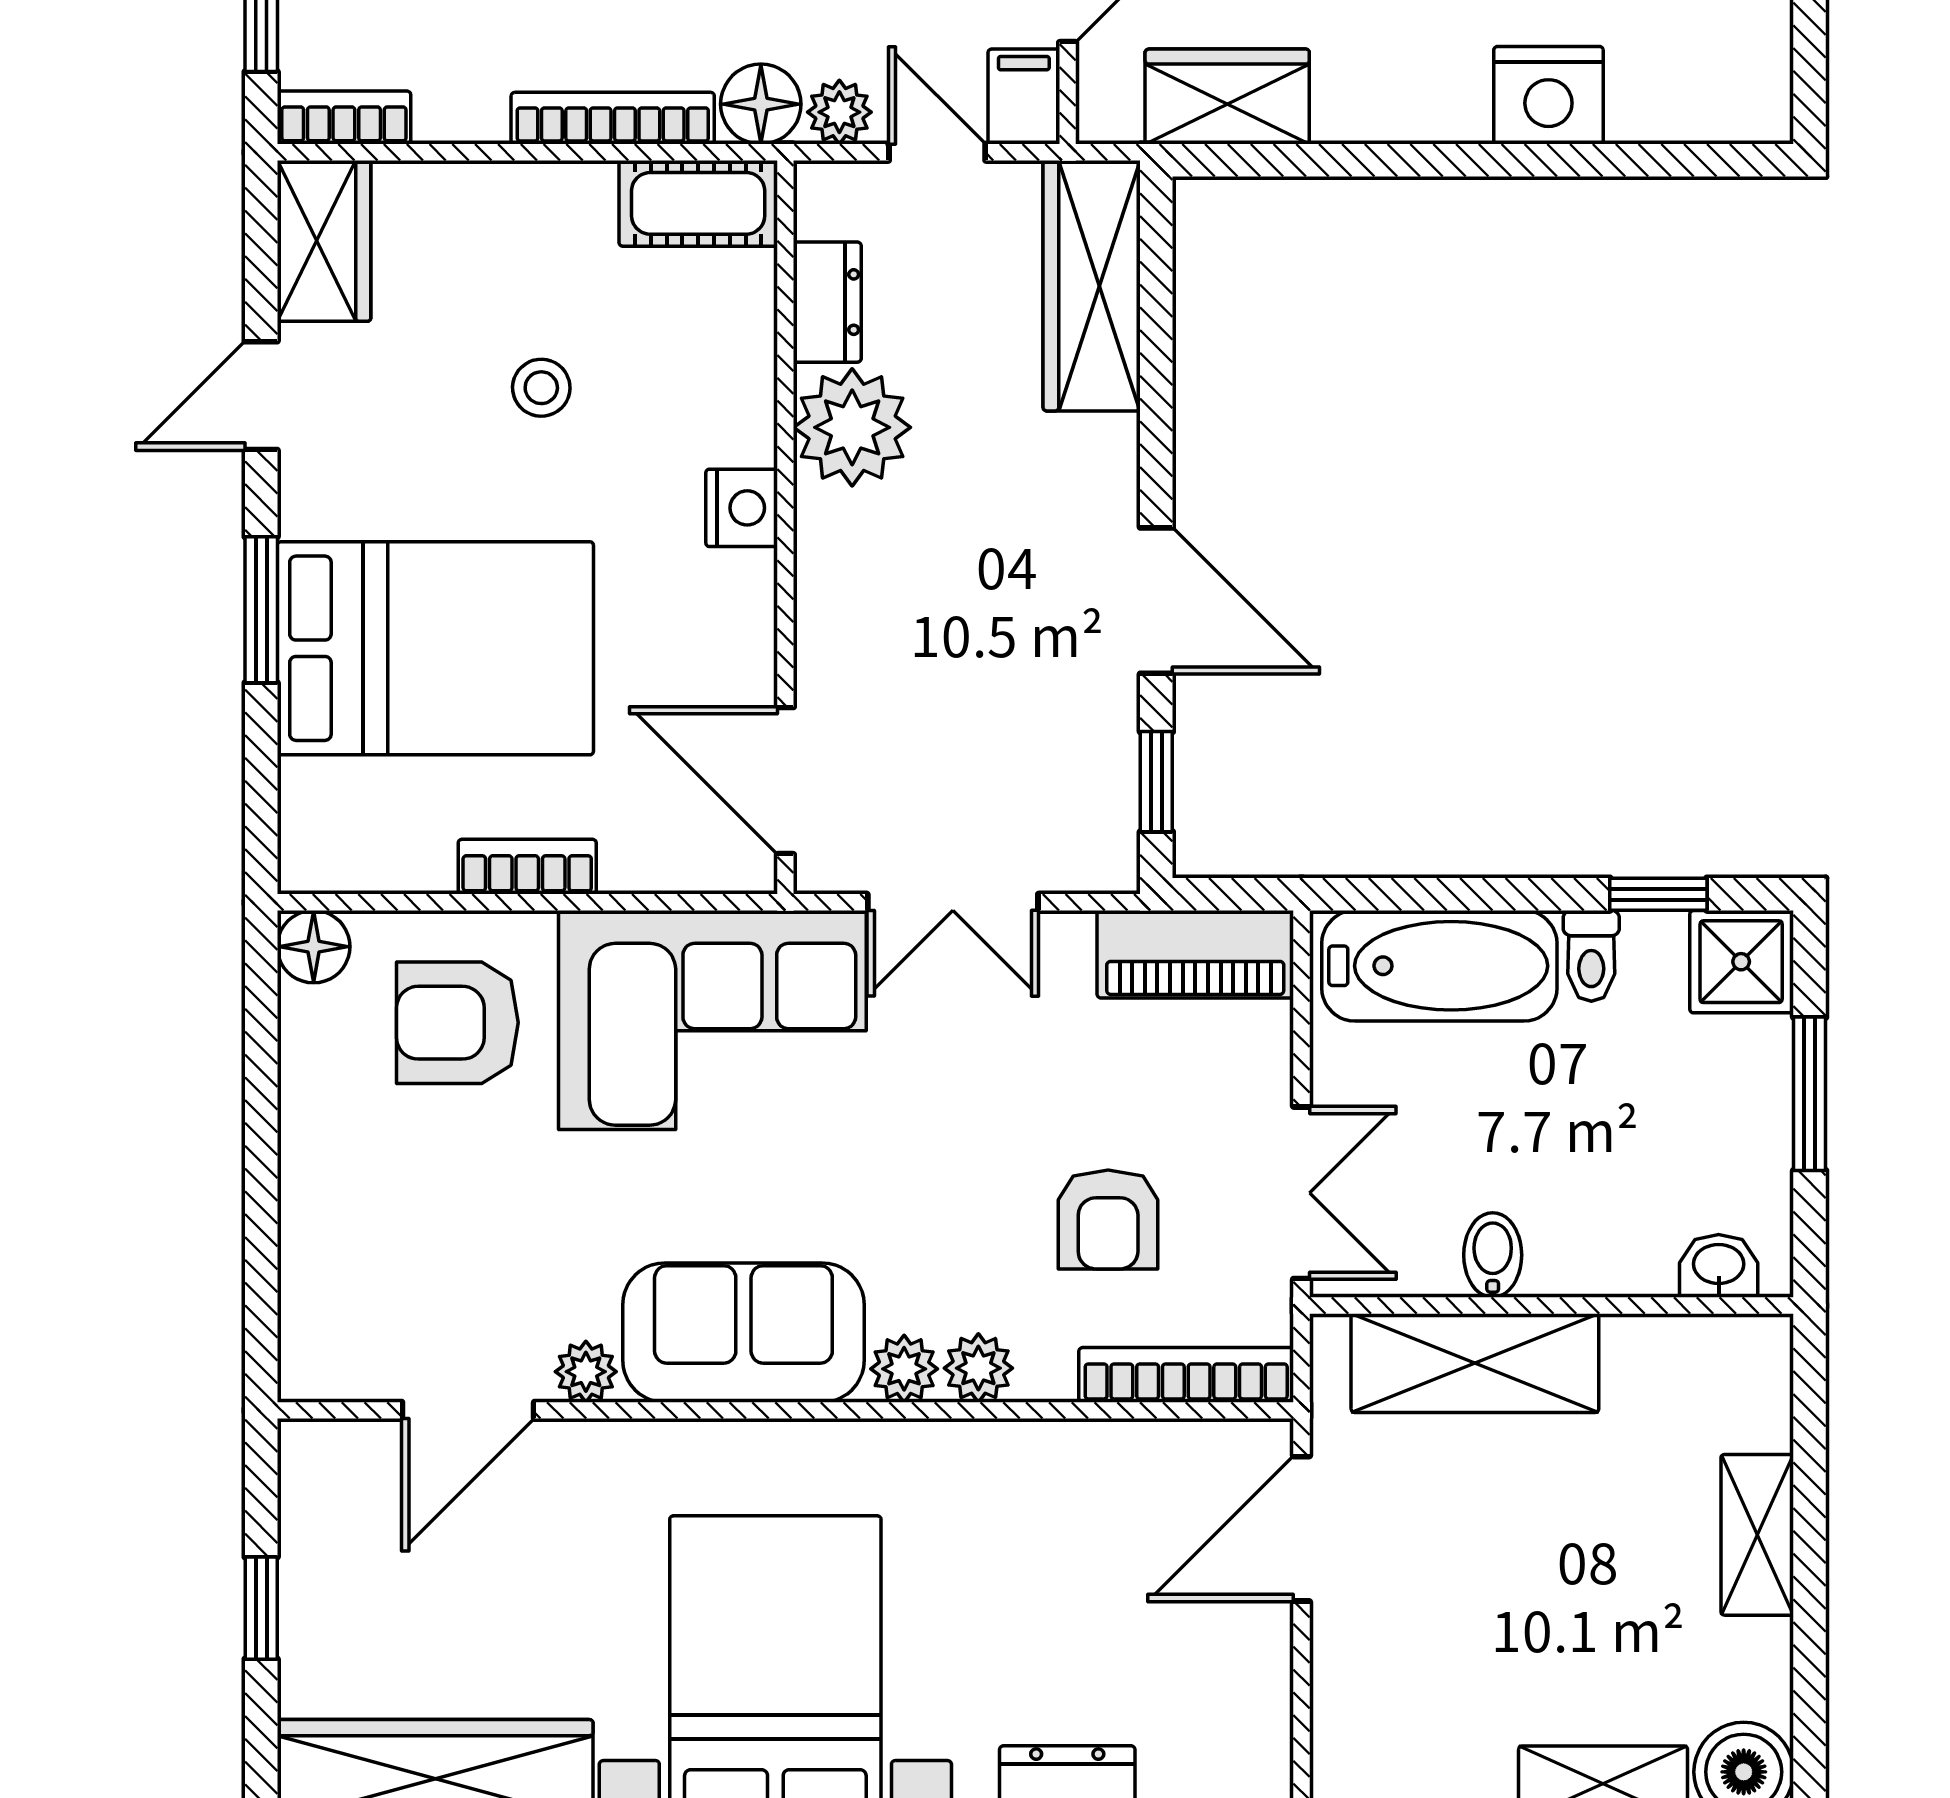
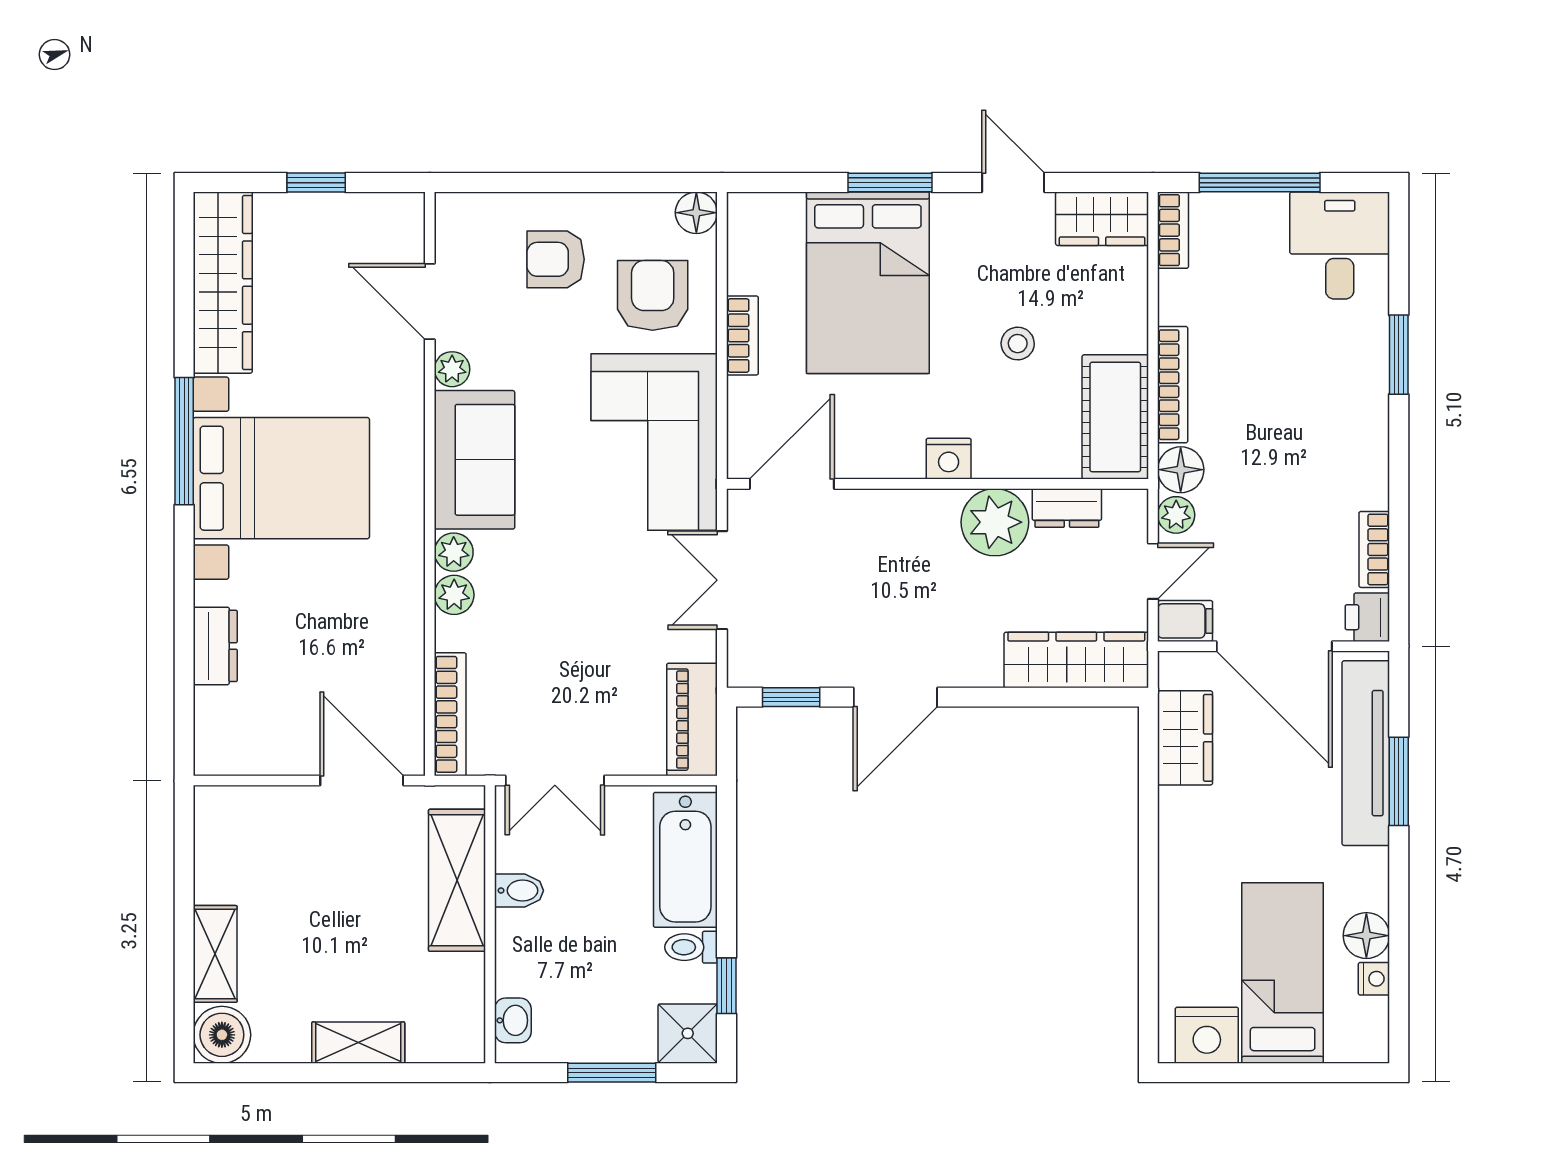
nightstand: (1548, 95) -> (1207, 1035), moved, turned -90
cot: (698, 203) -> (1115, 417), width x1.37, depth x1.34
armchair: (1108, 1219) -> (556, 259), moved

